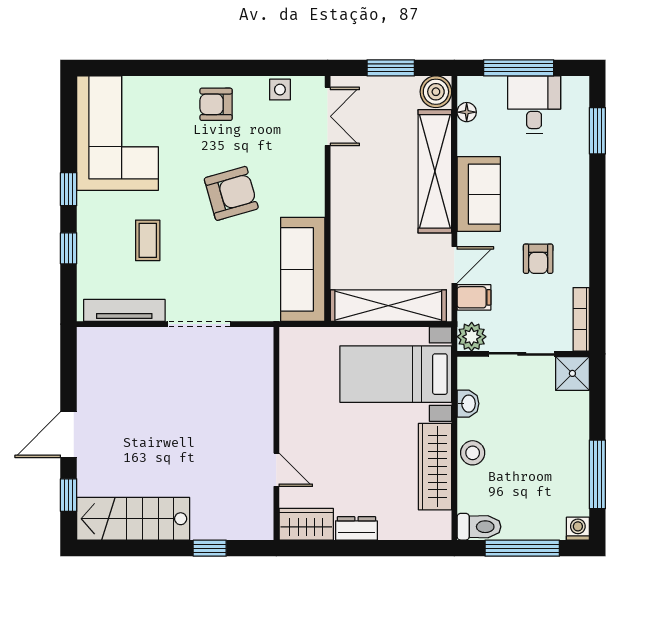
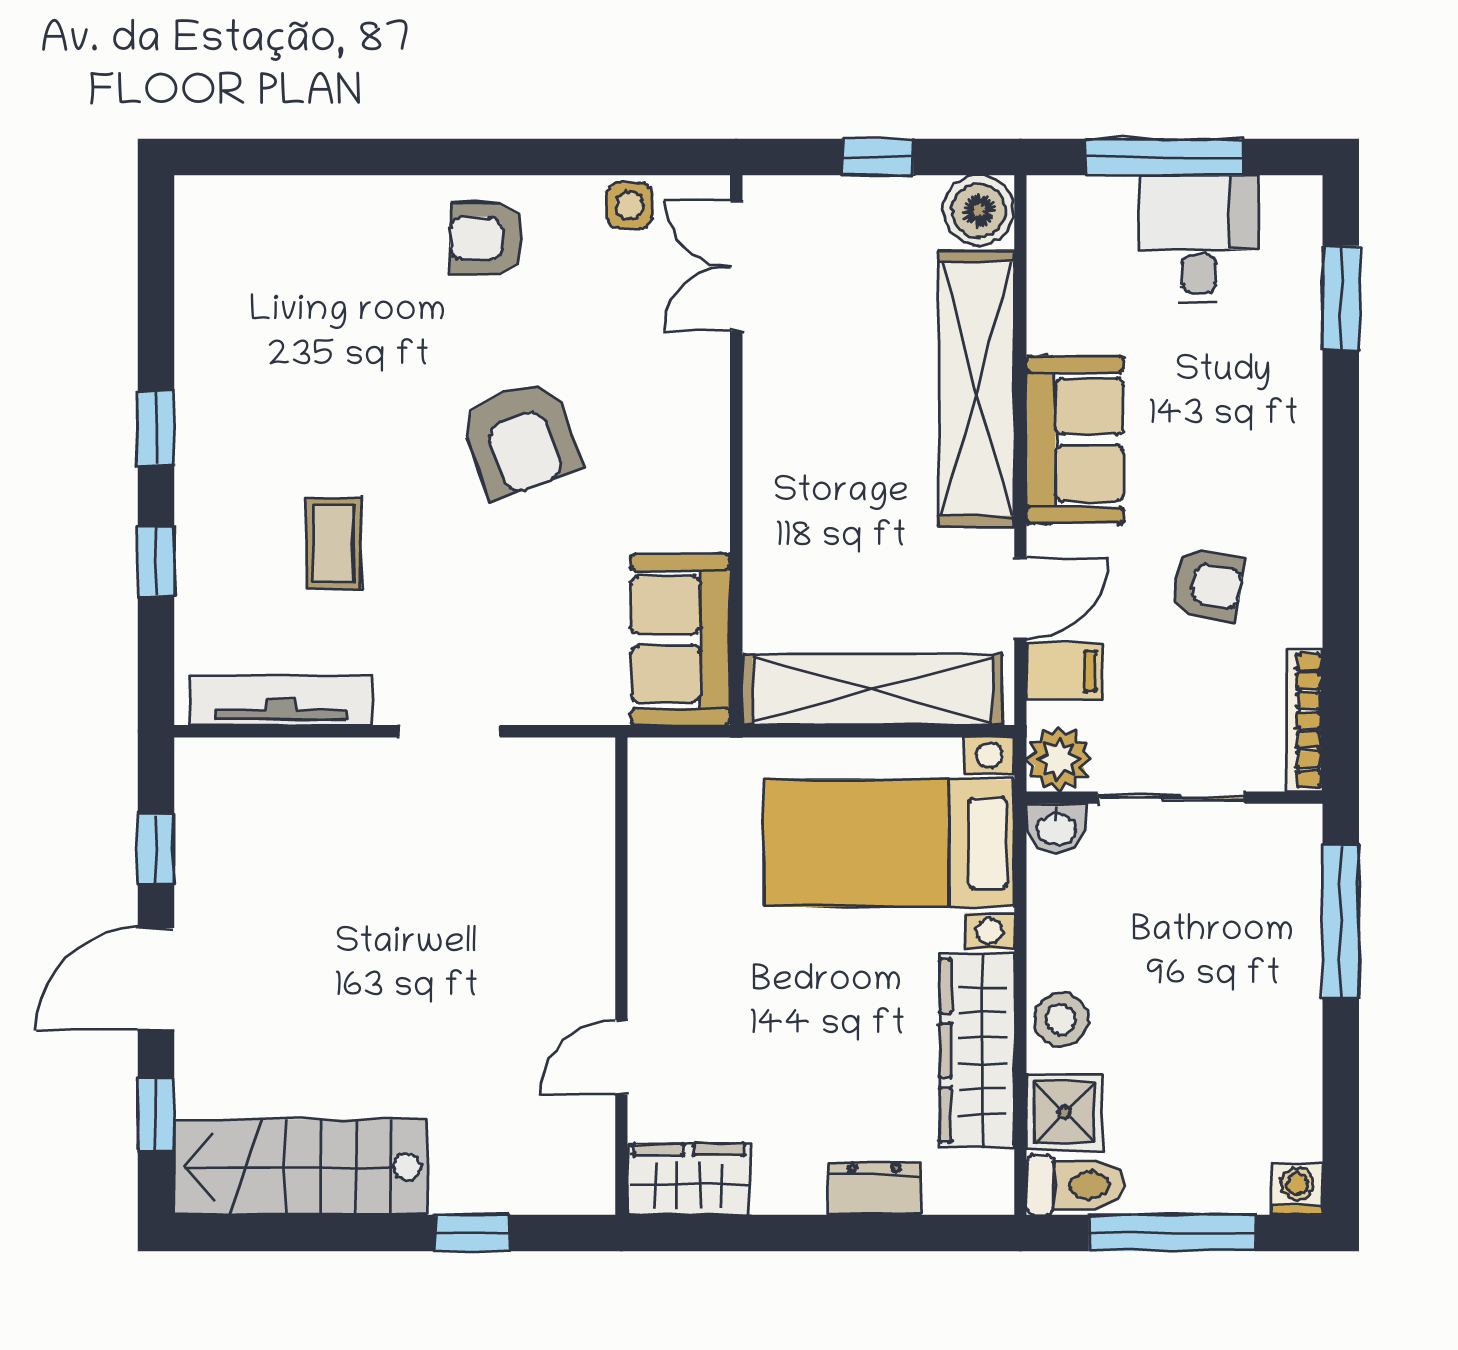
window: (391, 68) -> (878, 157), width x0.67
floor lamp: (467, 112) -> (1048, 256), removed
double door: (328, 116) -> (736, 266), swing flipped
corner sofa: (117, 133) -> (266, 303), removed
armchair: (231, 193) -> (520, 438), turned 86
armchair: (538, 259) -> (1208, 585), turned -79
sofa: (303, 269) -> (681, 639), width x0.73
doorway: (199, 324) -> (449, 731), width x0.73
shower: (572, 373) -> (1064, 1112), moved
window: (69, 377) -> (156, 849), added
washbasin: (468, 404) -> (1056, 828), moved, turned 90
door: (276, 470) -> (621, 1057), swing flipped
window: (597, 474) -> (1341, 921), moved
dresser: (356, 528) -> (874, 1189), moved

